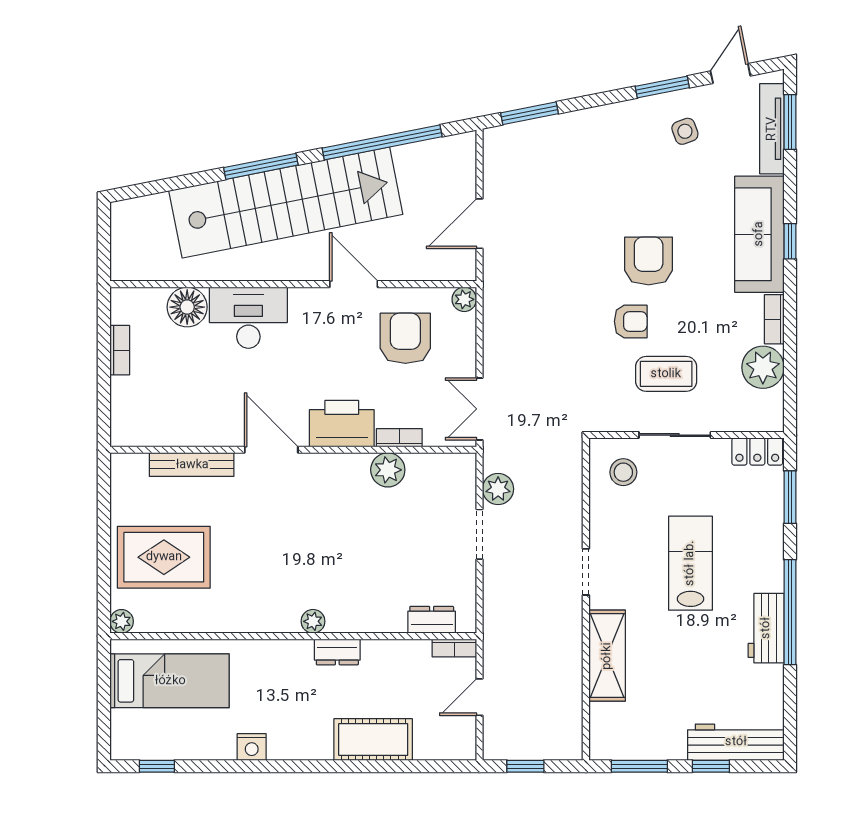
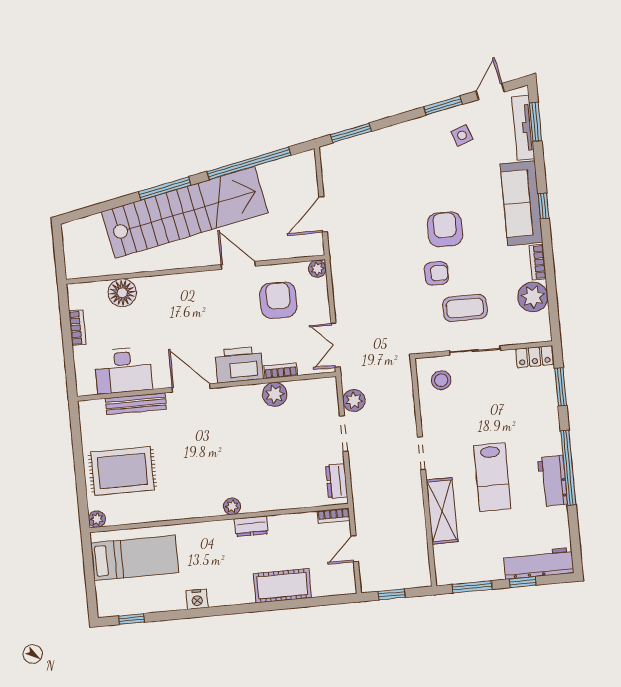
desk: (248, 318) -> (123, 370), moved, turned 180
lab bench: (690, 563) -> (492, 477), moved, turned 180
dresser: (432, 620) -> (337, 481), moved, turned -90

